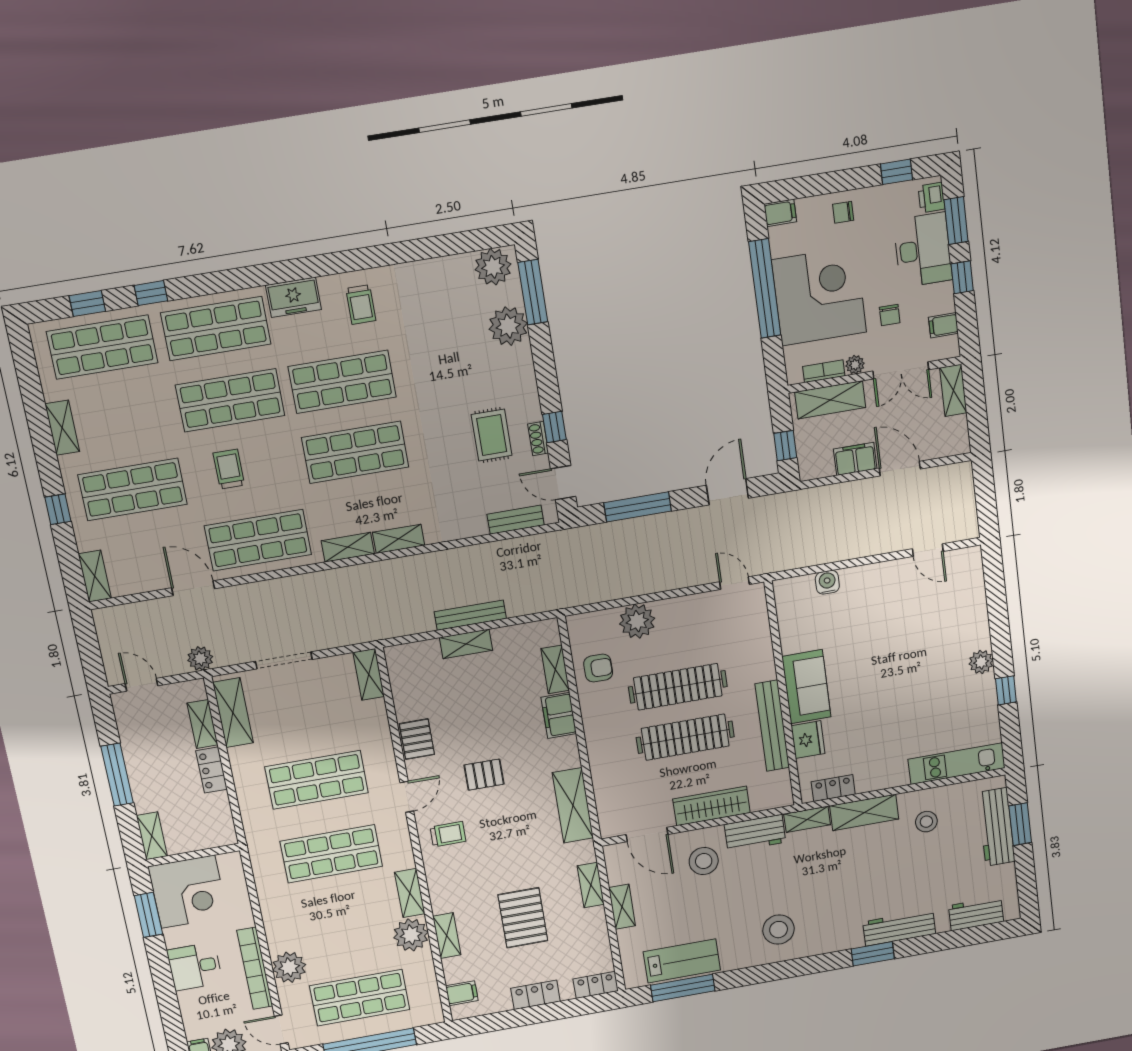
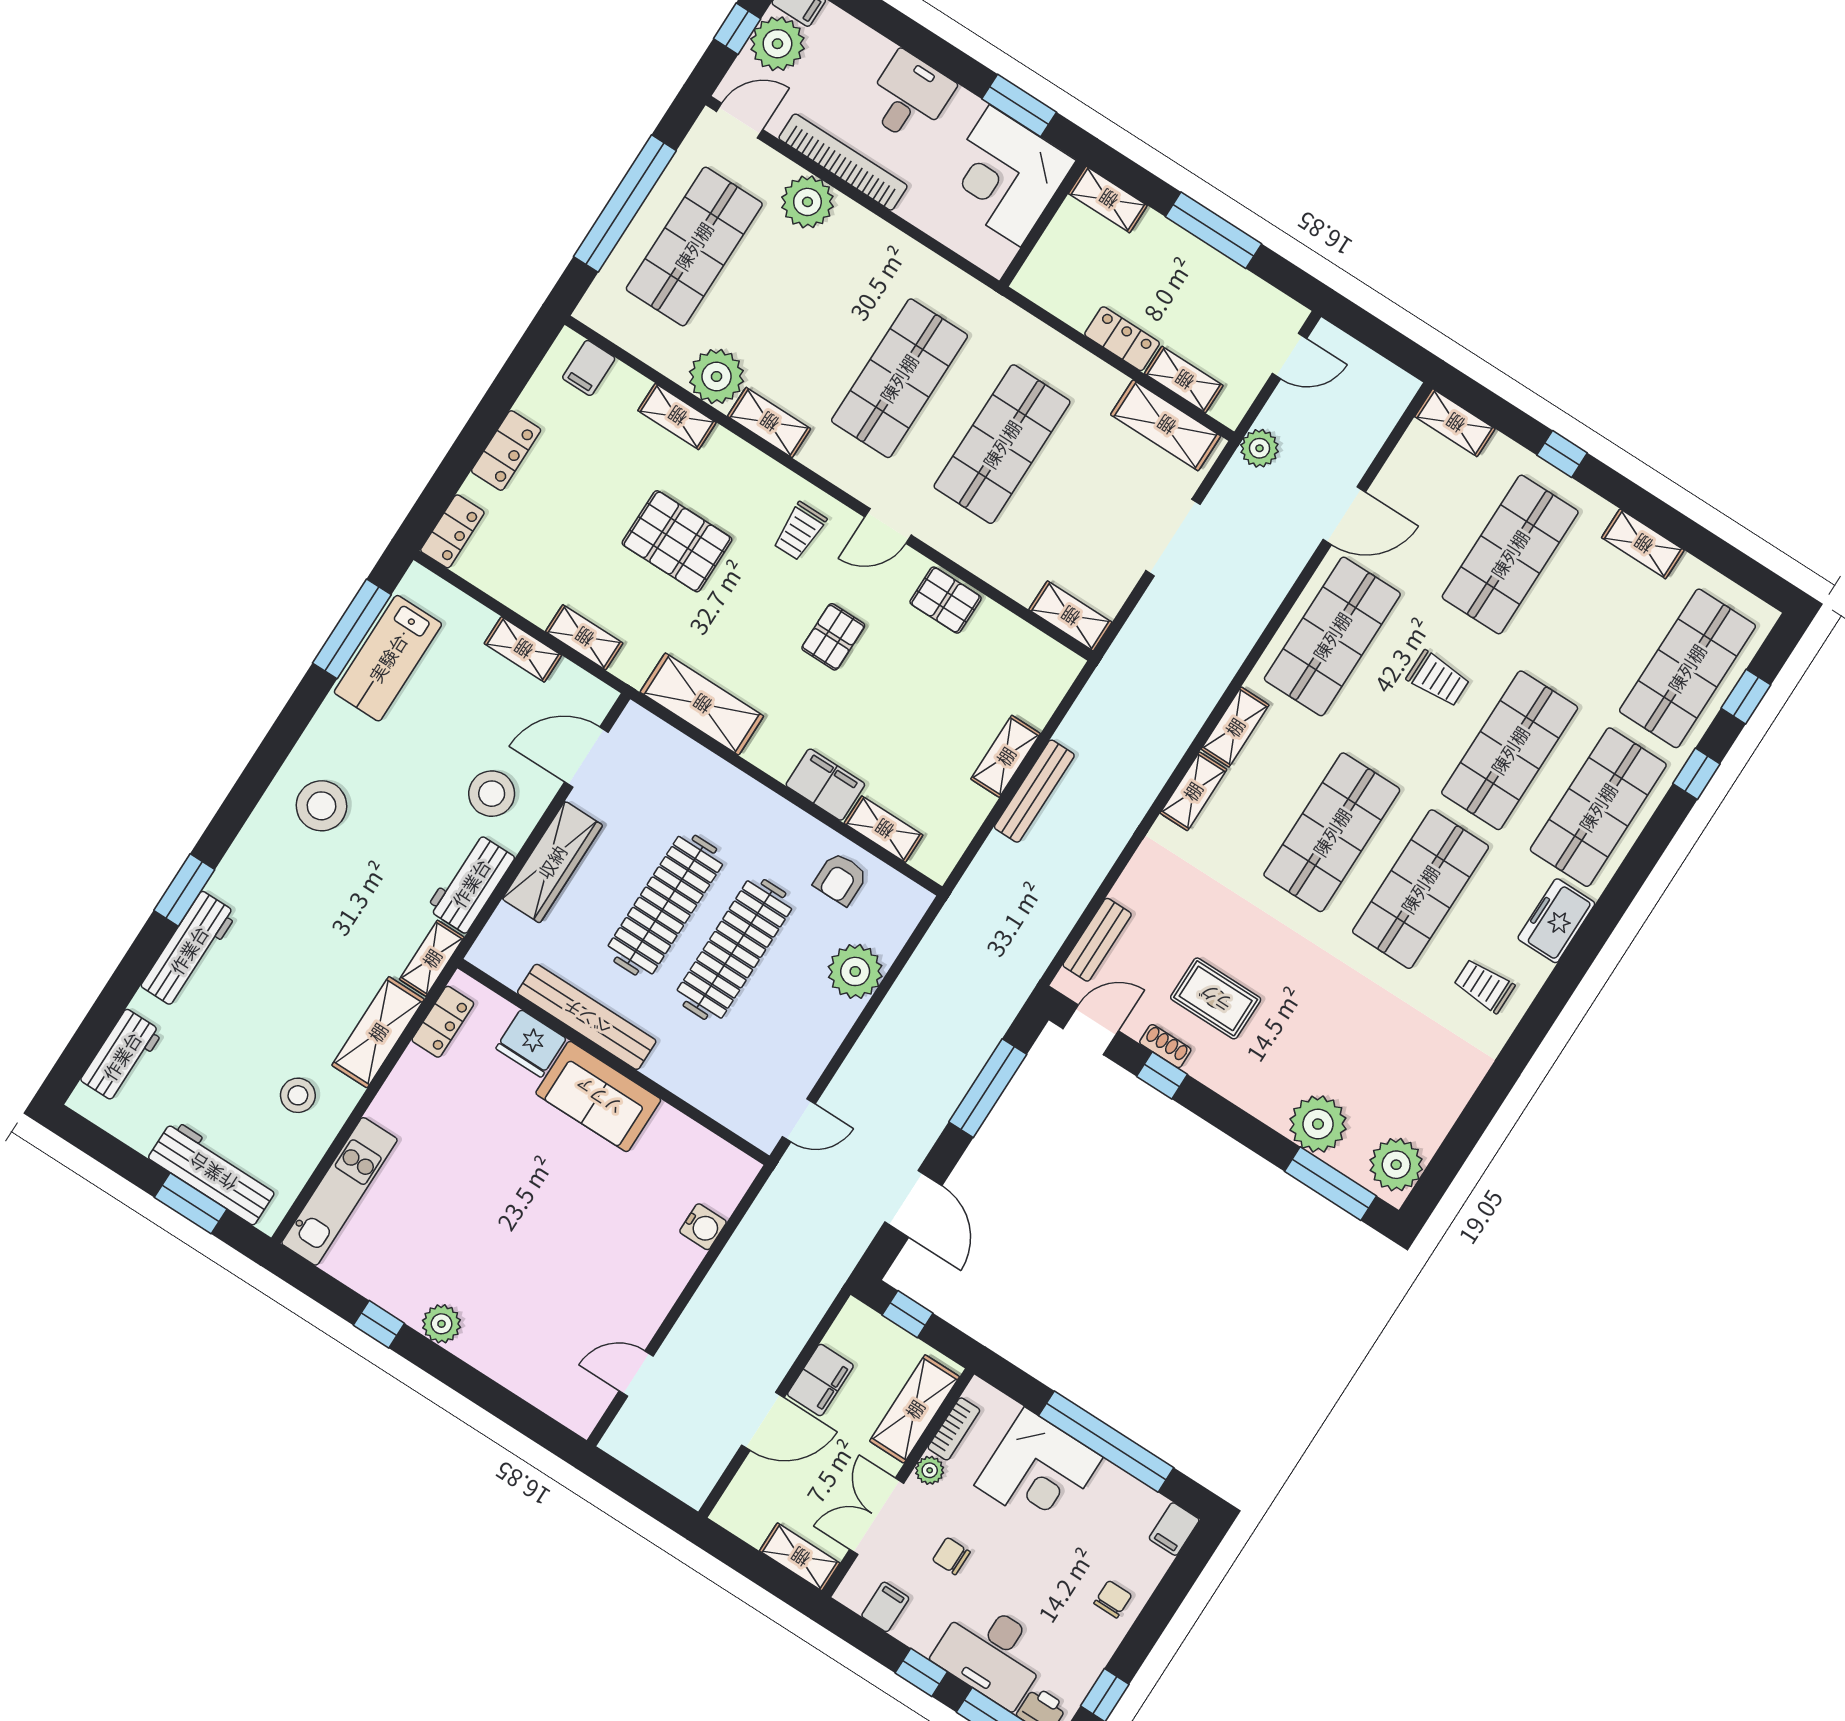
corner desk: (819, 296) -> (1038, 1471), width x0.74, depth x0.74
door: (407, 797) -> (888, 526), hinge flipped
pallet: (523, 918) -> (677, 541), moved

